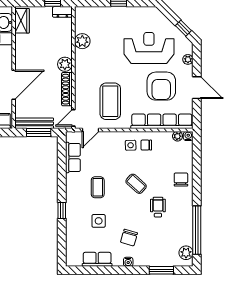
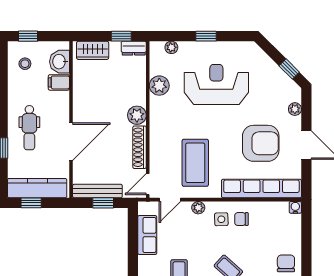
plant: (92, 11) -> (171, 47), added
wardrobe: (22, 21) -> (93, 50), moved, turned 90
reception desk: (149, 48) -> (216, 84), moved
armchair: (161, 86) -> (261, 143), turned -90
window: (39, 133) -> (103, 203), width x0.67
plant: (178, 136) -> (198, 208), moved

